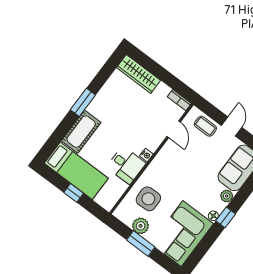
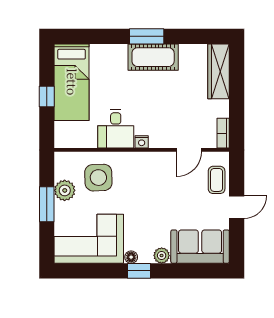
cot: (81, 132) -> (153, 57), moved

